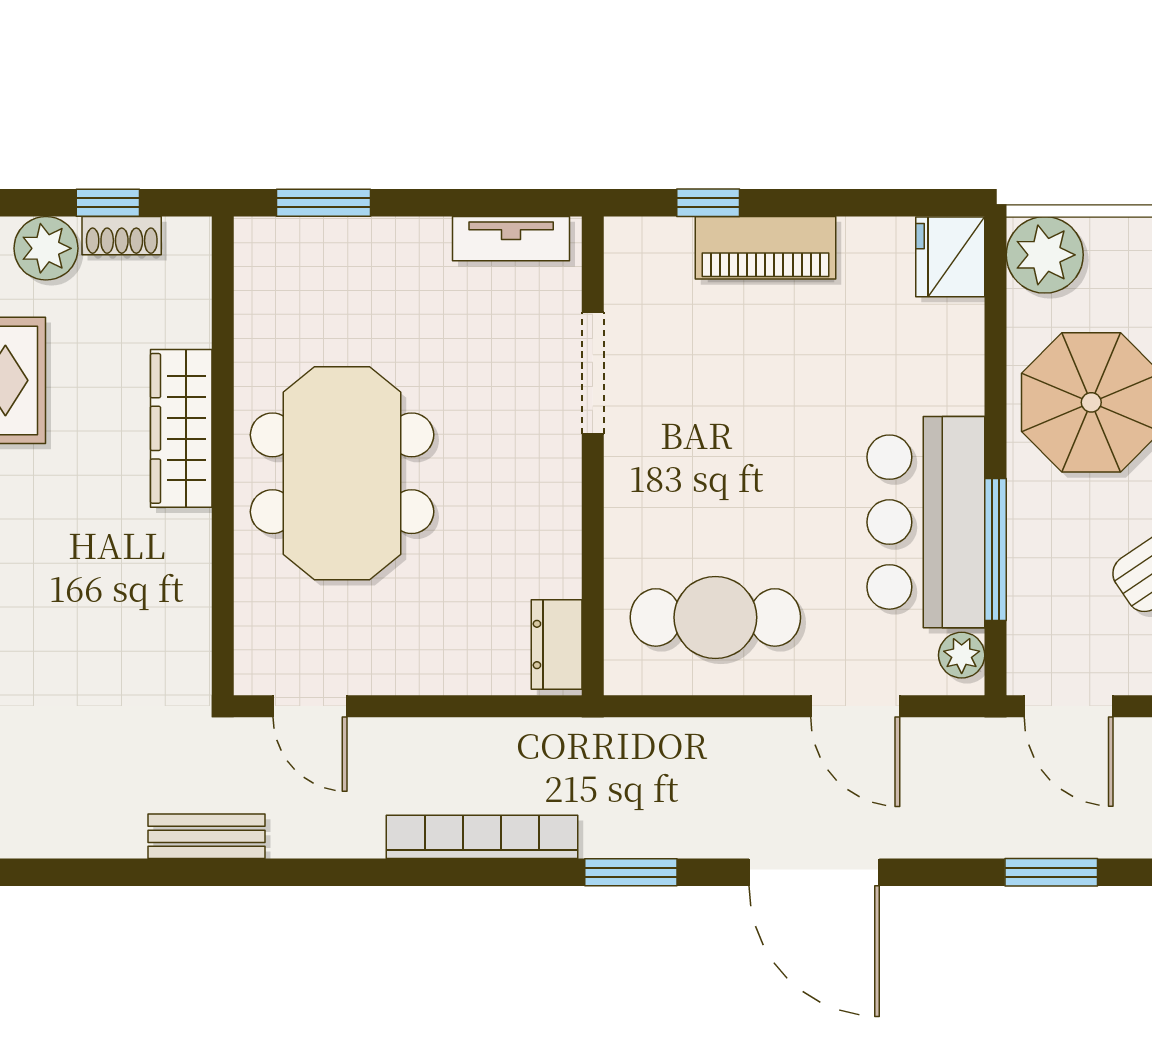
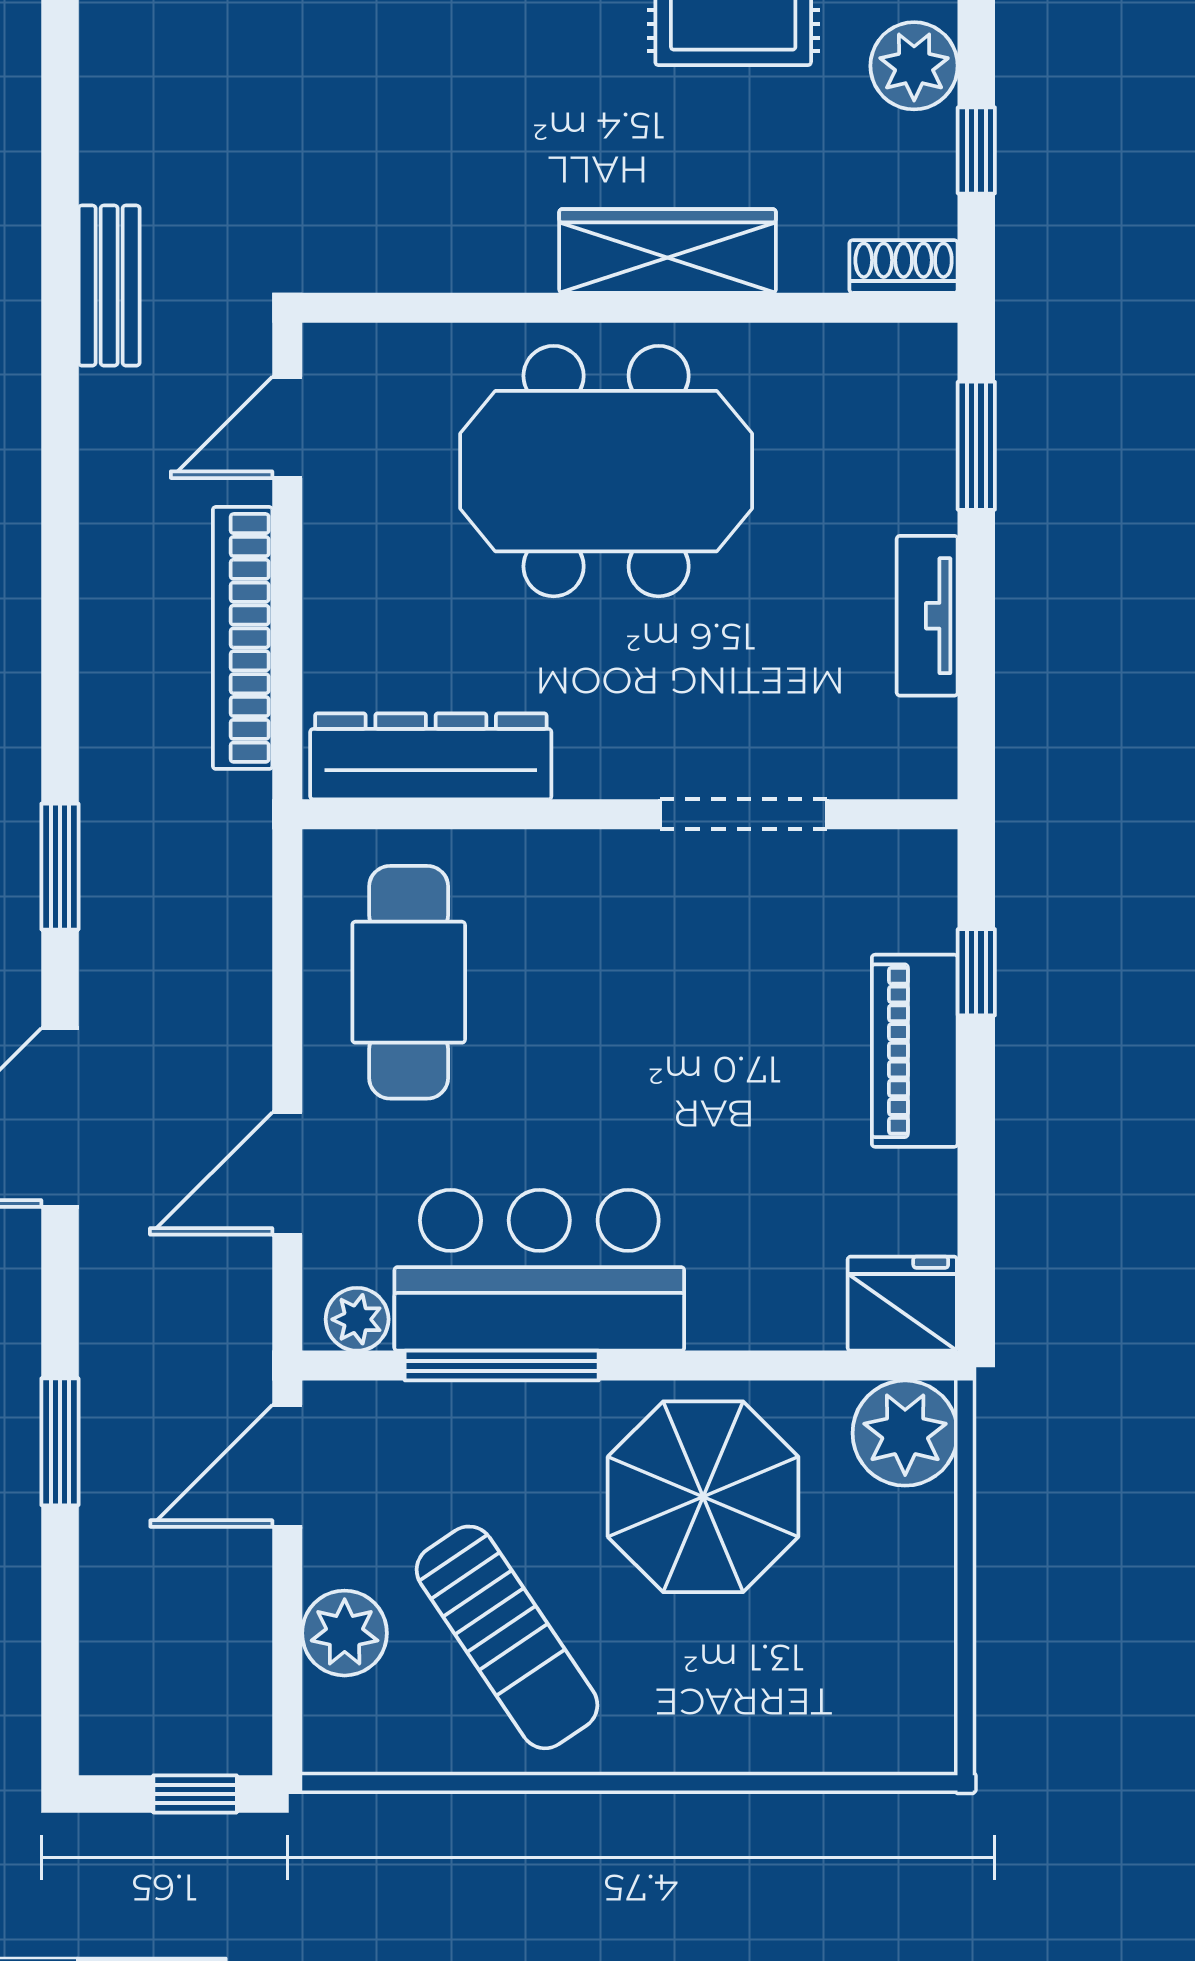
shoe rack: (122, 236) -> (904, 266), moved, turned 90
tv unit: (511, 239) -> (927, 616), moved
dresser: (557, 644) -> (431, 756), width x1.96, depth x1.24
bookcase: (482, 837) -> (243, 638), moved, turned 180

